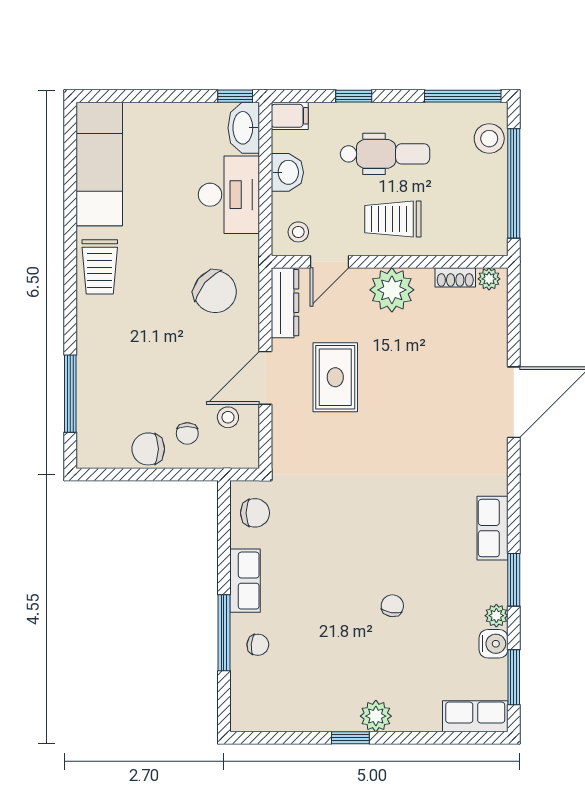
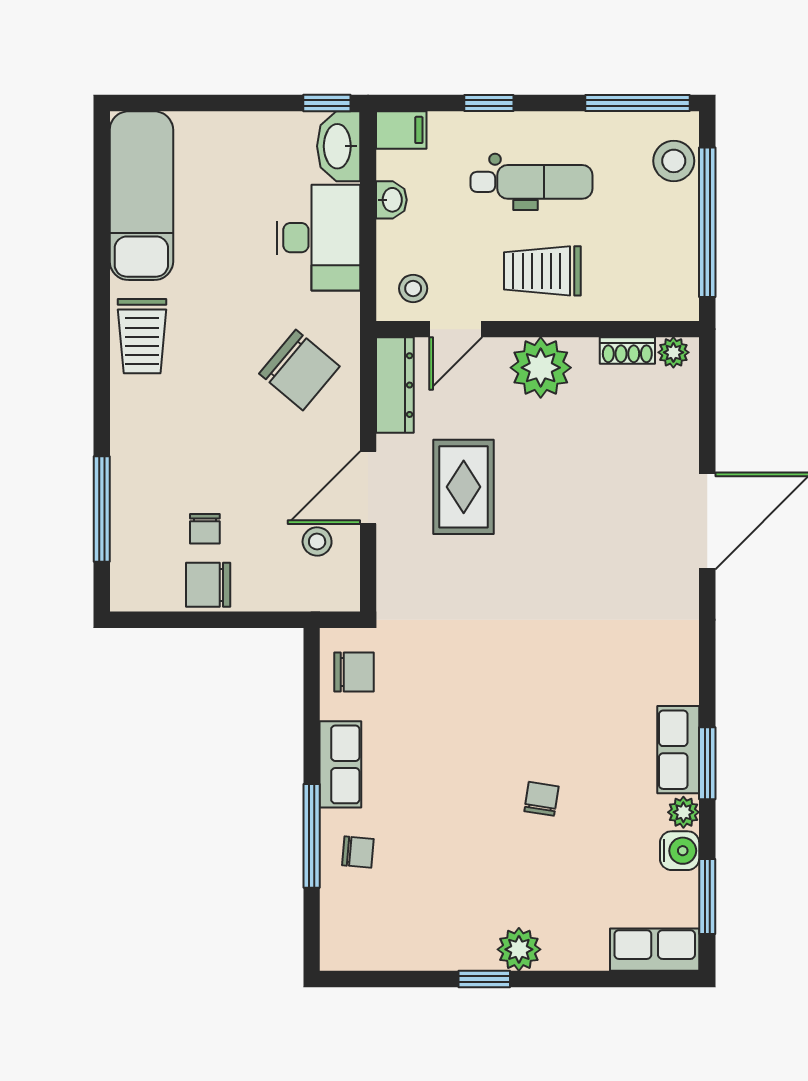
washbasin: (287, 172) -> (391, 200), width x0.72, depth x0.69
chair: (187, 433) -> (205, 529), moved
row of seats: (493, 528) -> (678, 750), moved

